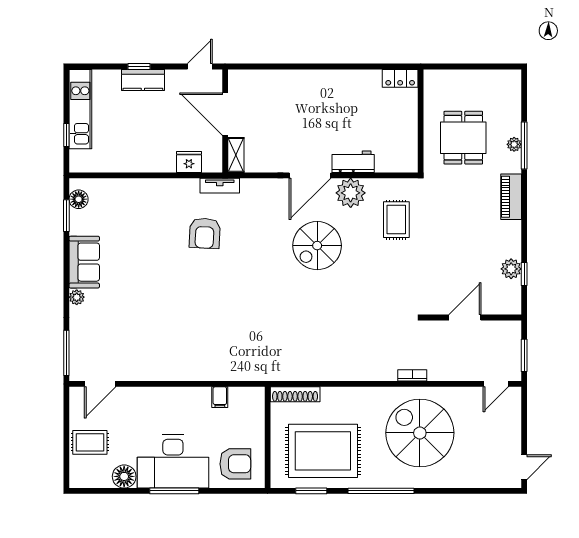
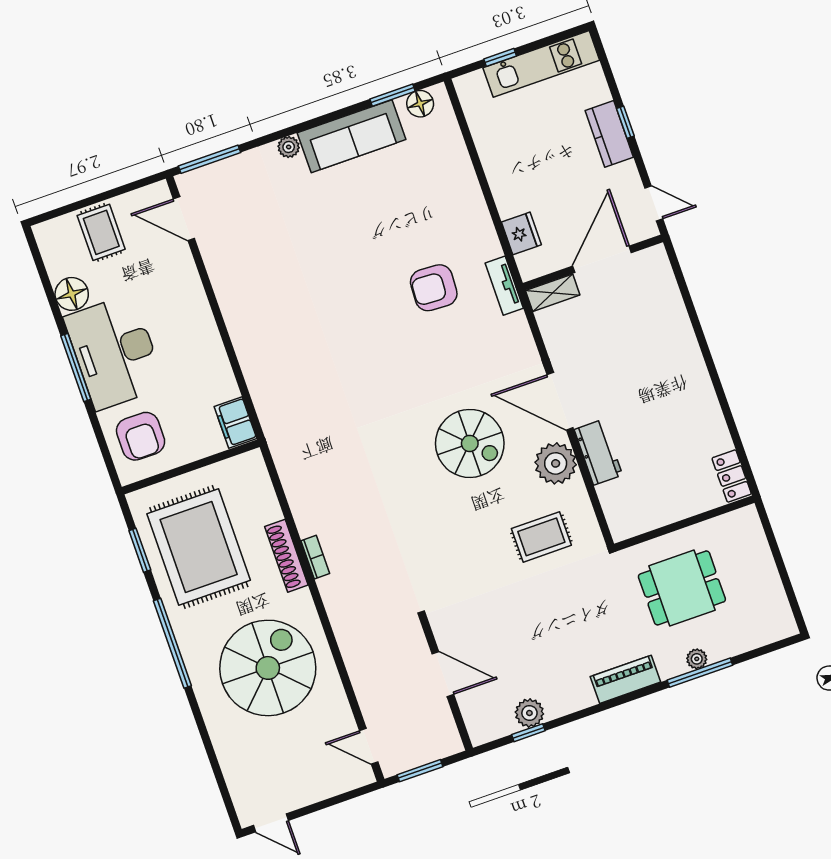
spiral stairs: (317, 246) -> (470, 443), turned 180
sofa: (84, 262) -> (352, 136), width x1.36
bookcase: (412, 375) -> (315, 557), moved
shoe rack: (295, 394) -> (286, 556), moved
filing cabinet: (220, 397) -> (236, 423), moved, width x2.00

